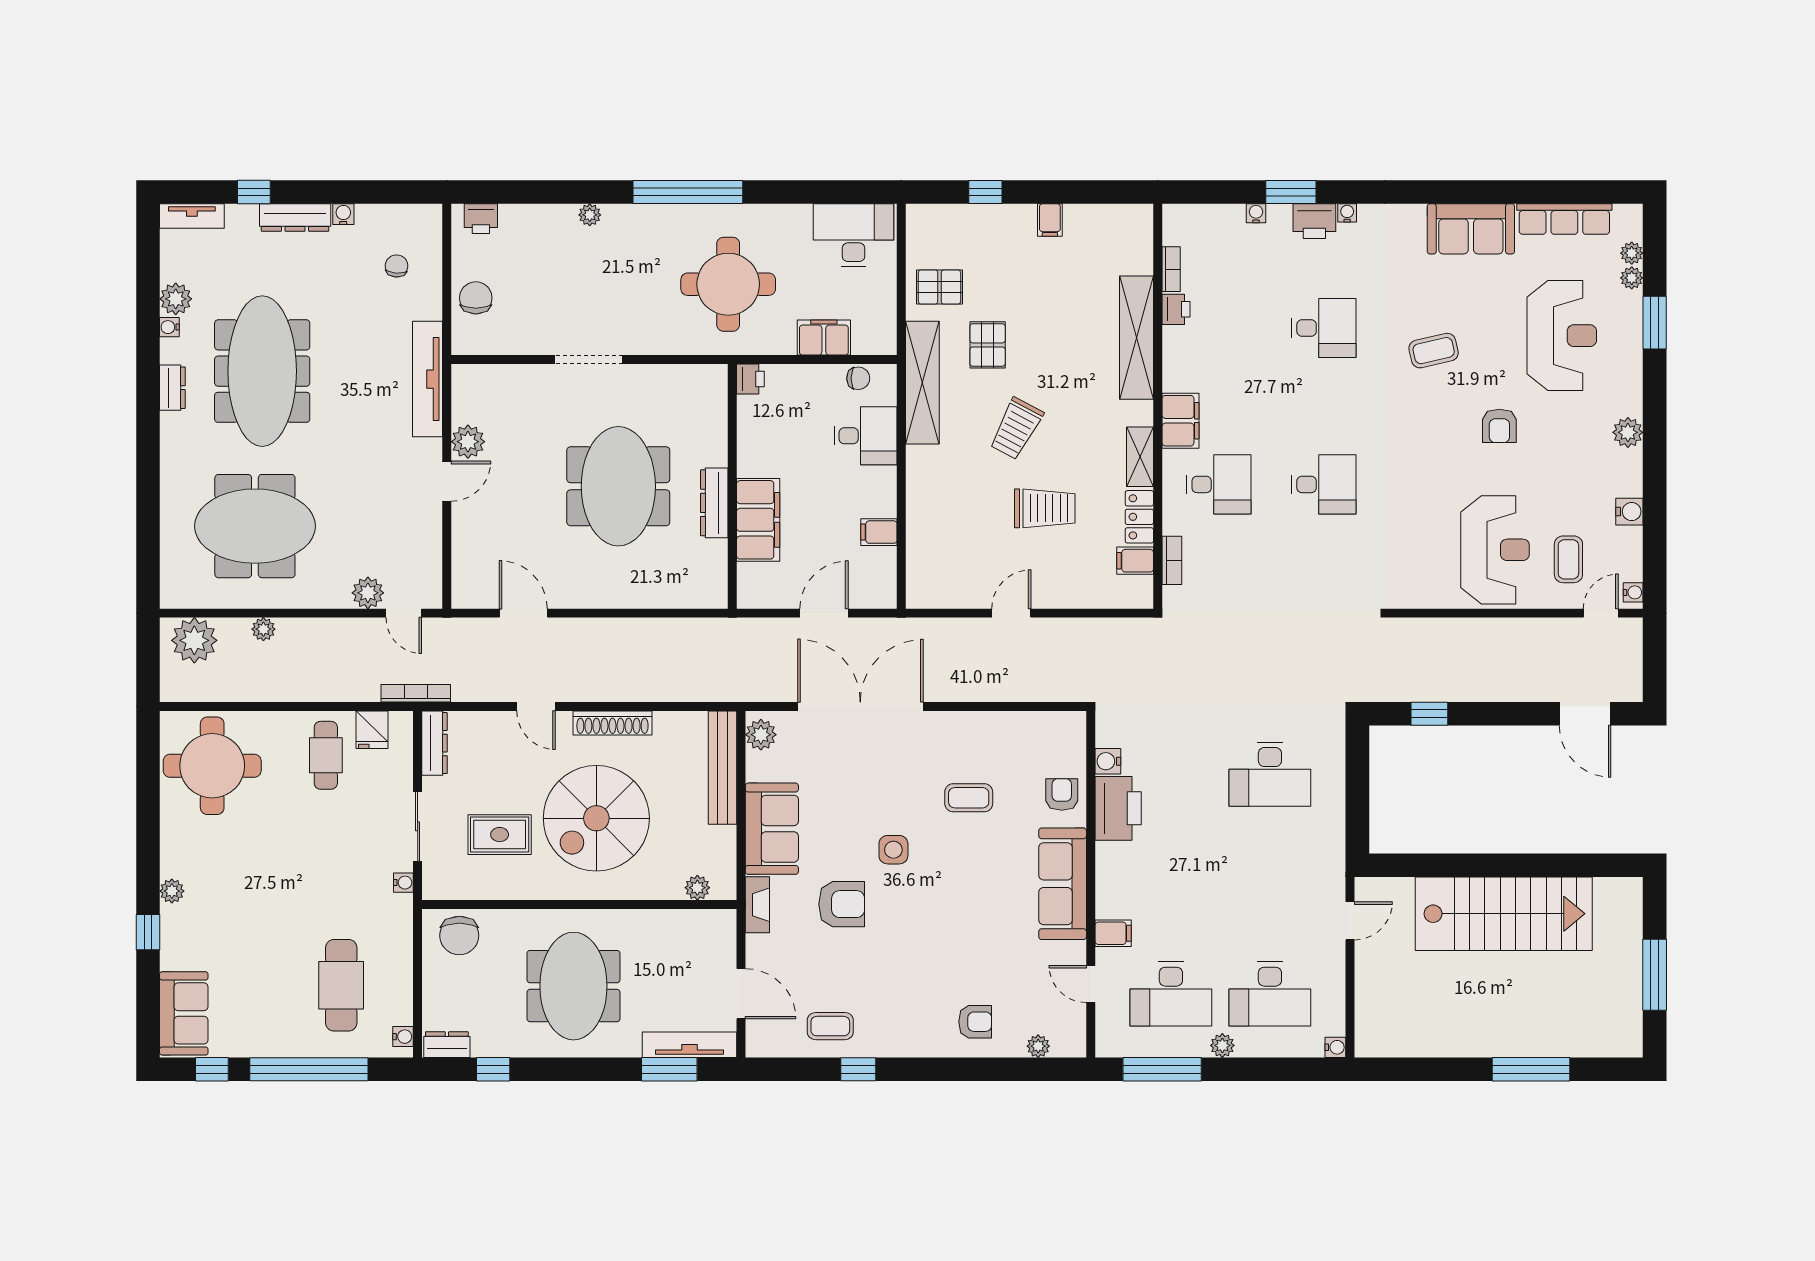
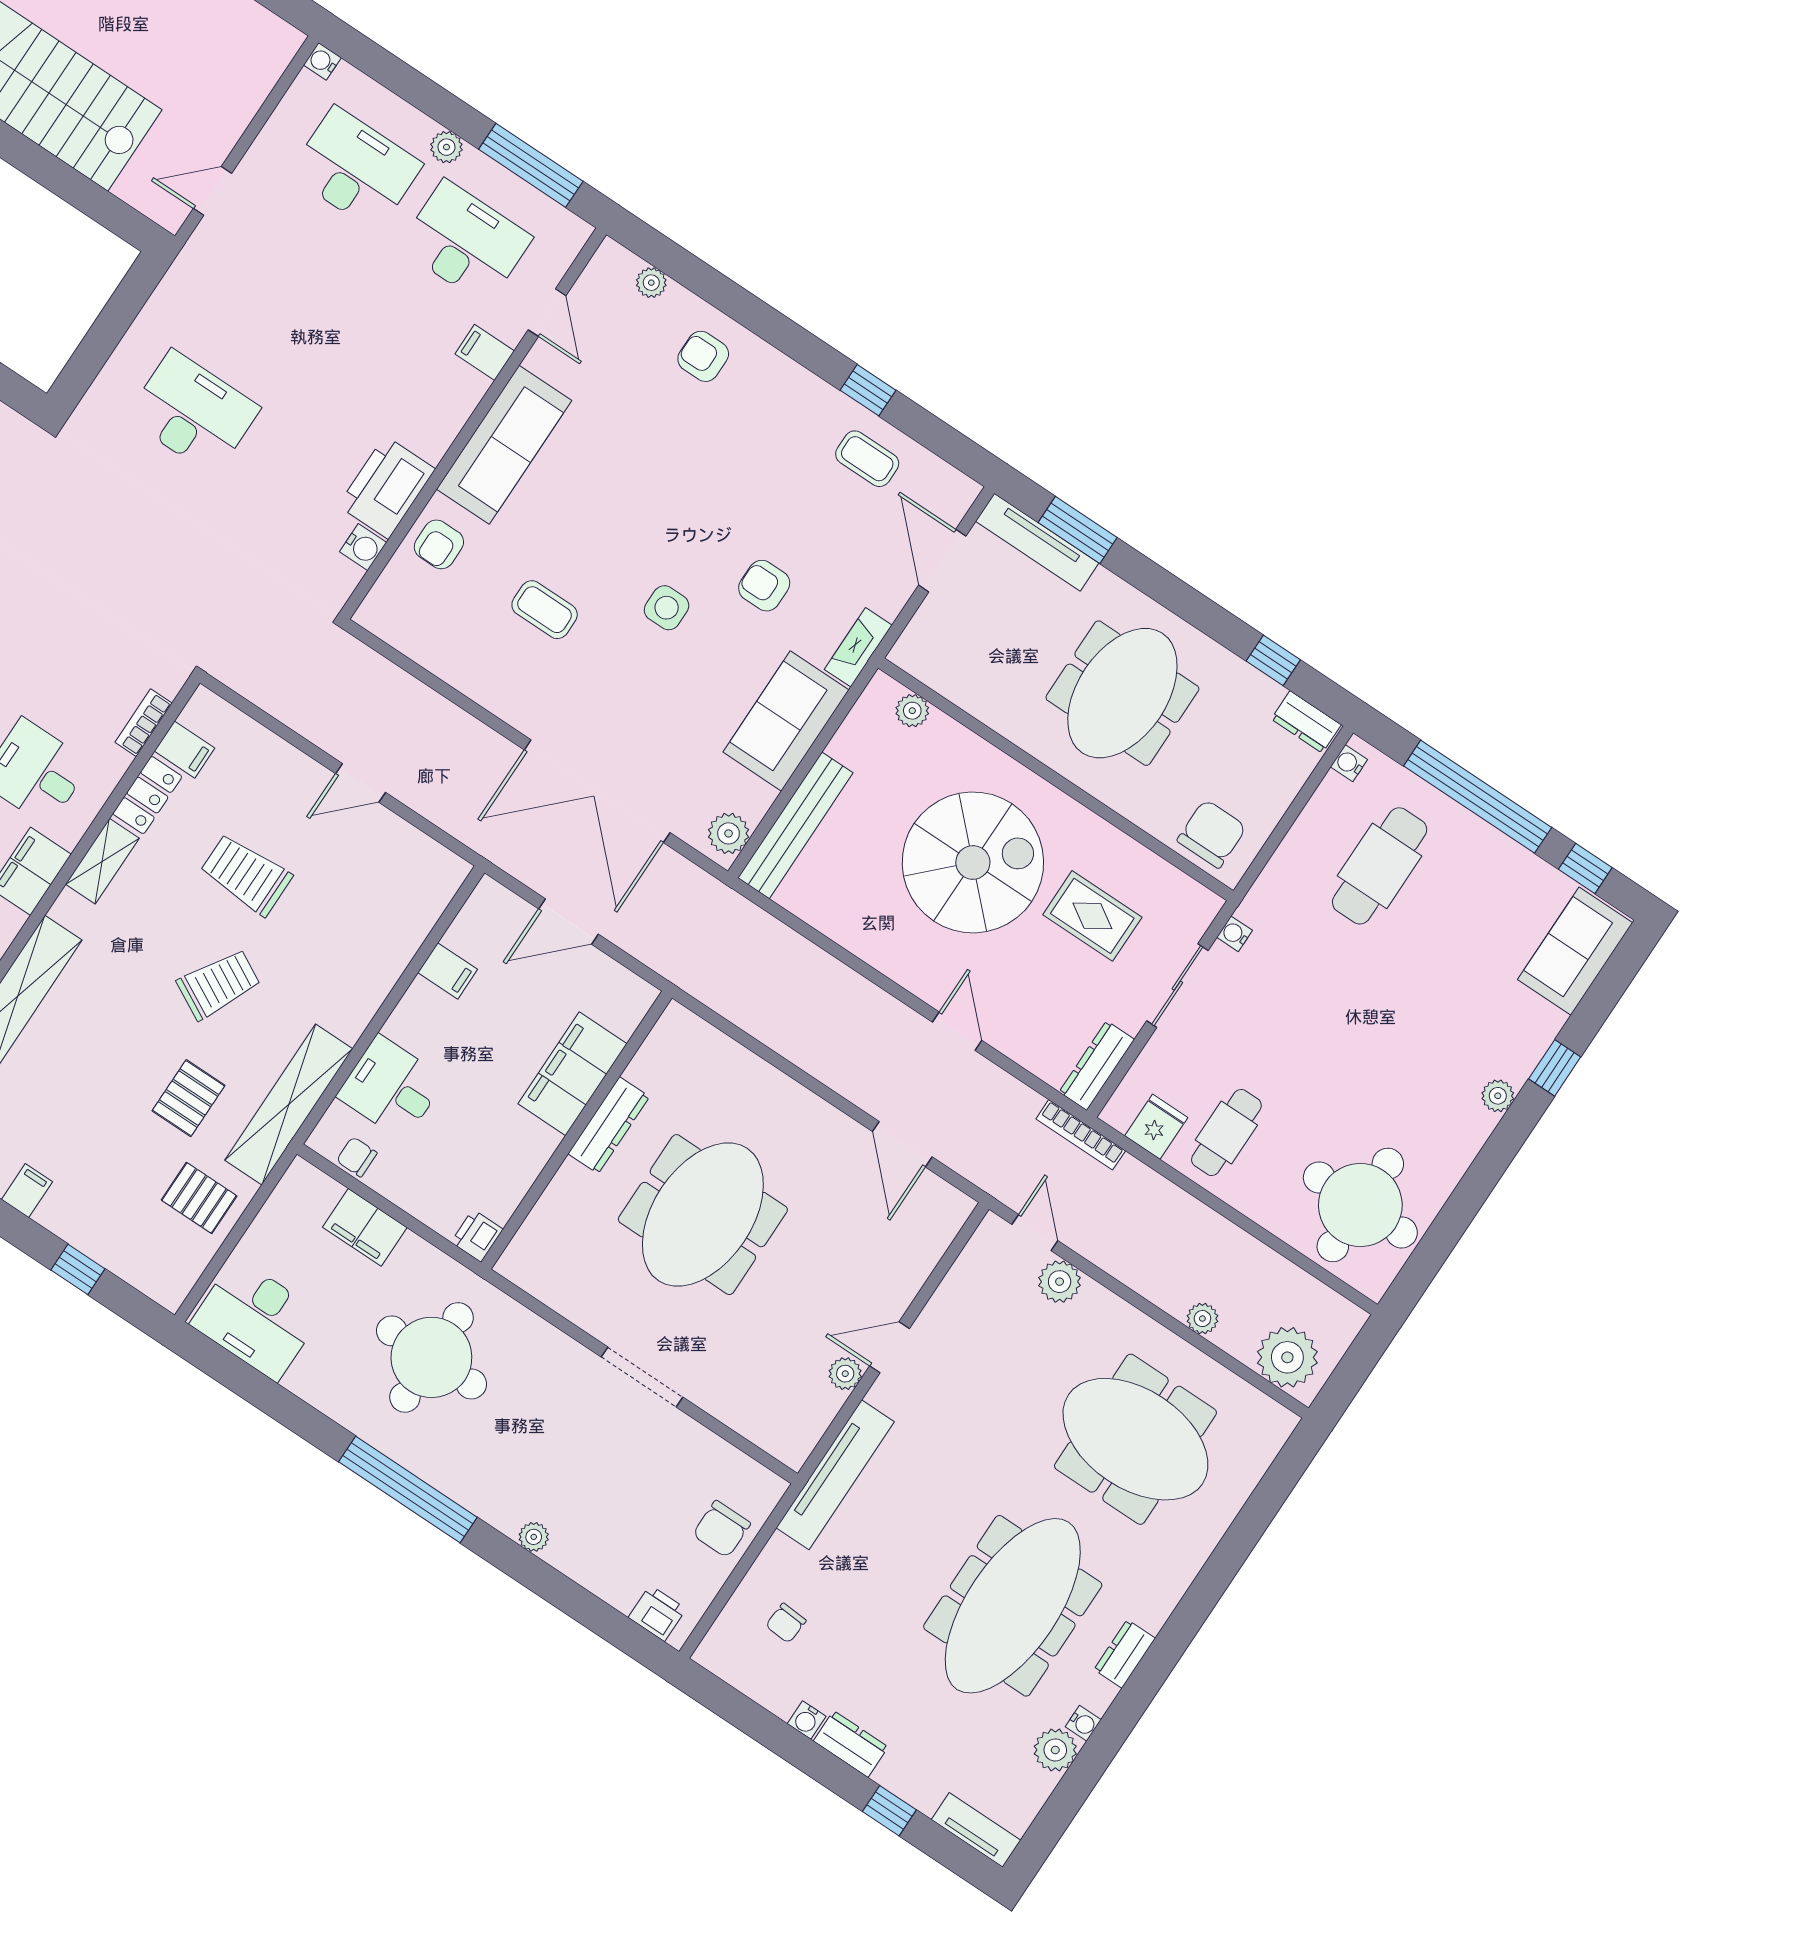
dresser: (295, 218) -> (851, 1744), width x0.70
plant: (468, 442) -> (845, 1374), width x0.73, depth x0.73
shoe rack: (612, 723) -> (884, 956), removed
armchair: (842, 904) -> (764, 586), width x0.72, depth x0.72

